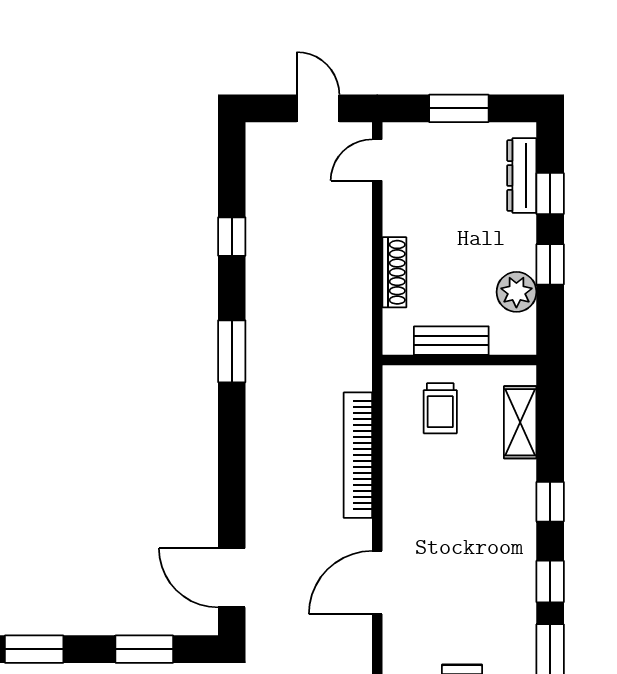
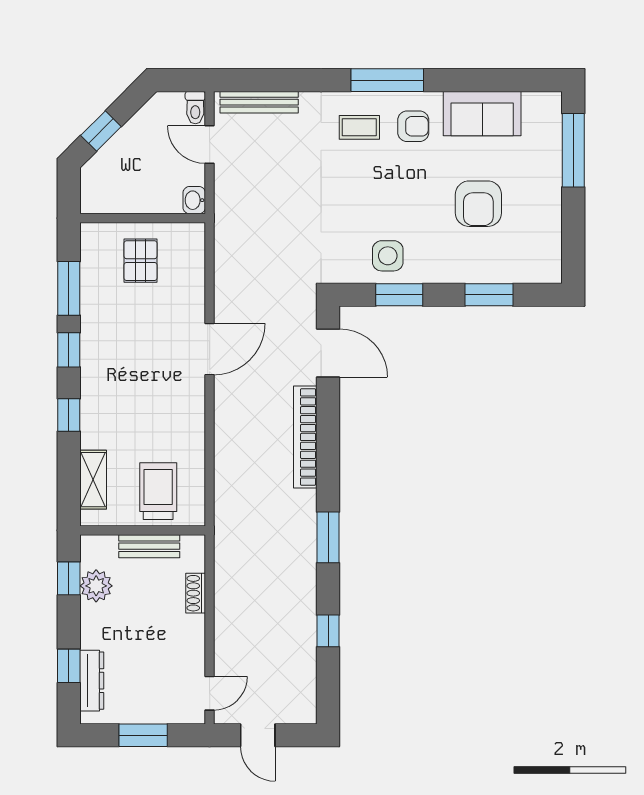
window: (550, 264) -> (69, 578), moved
shoe rack: (394, 272) -> (196, 593), width x0.70
trolley: (440, 408) -> (158, 491), width x1.36, depth x1.39
bookcase: (358, 455) -> (305, 437), moved, turned 180

